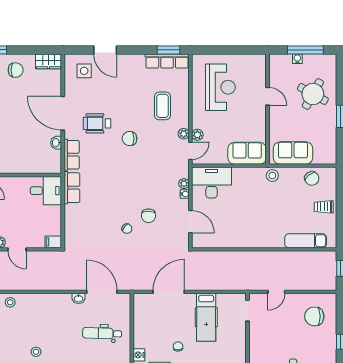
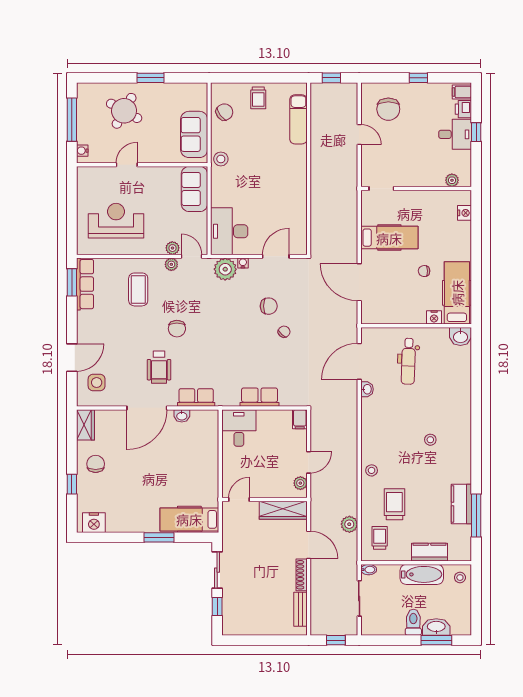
water cooler: (297, 59) -> (82, 151), moved
coffee table: (163, 106) -> (138, 289), turned 90
plant: (184, 184) -> (225, 269), width x1.87, depth x1.87
row of seats: (72, 188) -> (260, 397), moved
door: (276, 292) -> (359, 134), moved

